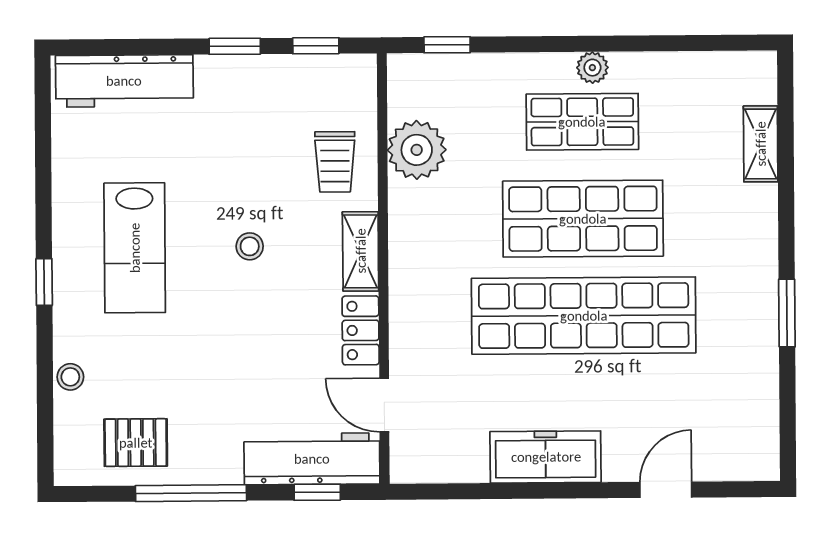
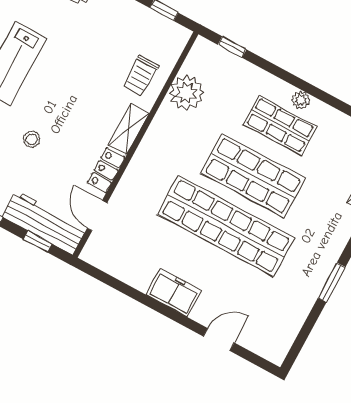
stool: (250, 246) -> (32, 139), moved
freezer: (546, 457) -> (174, 293), width x0.71

